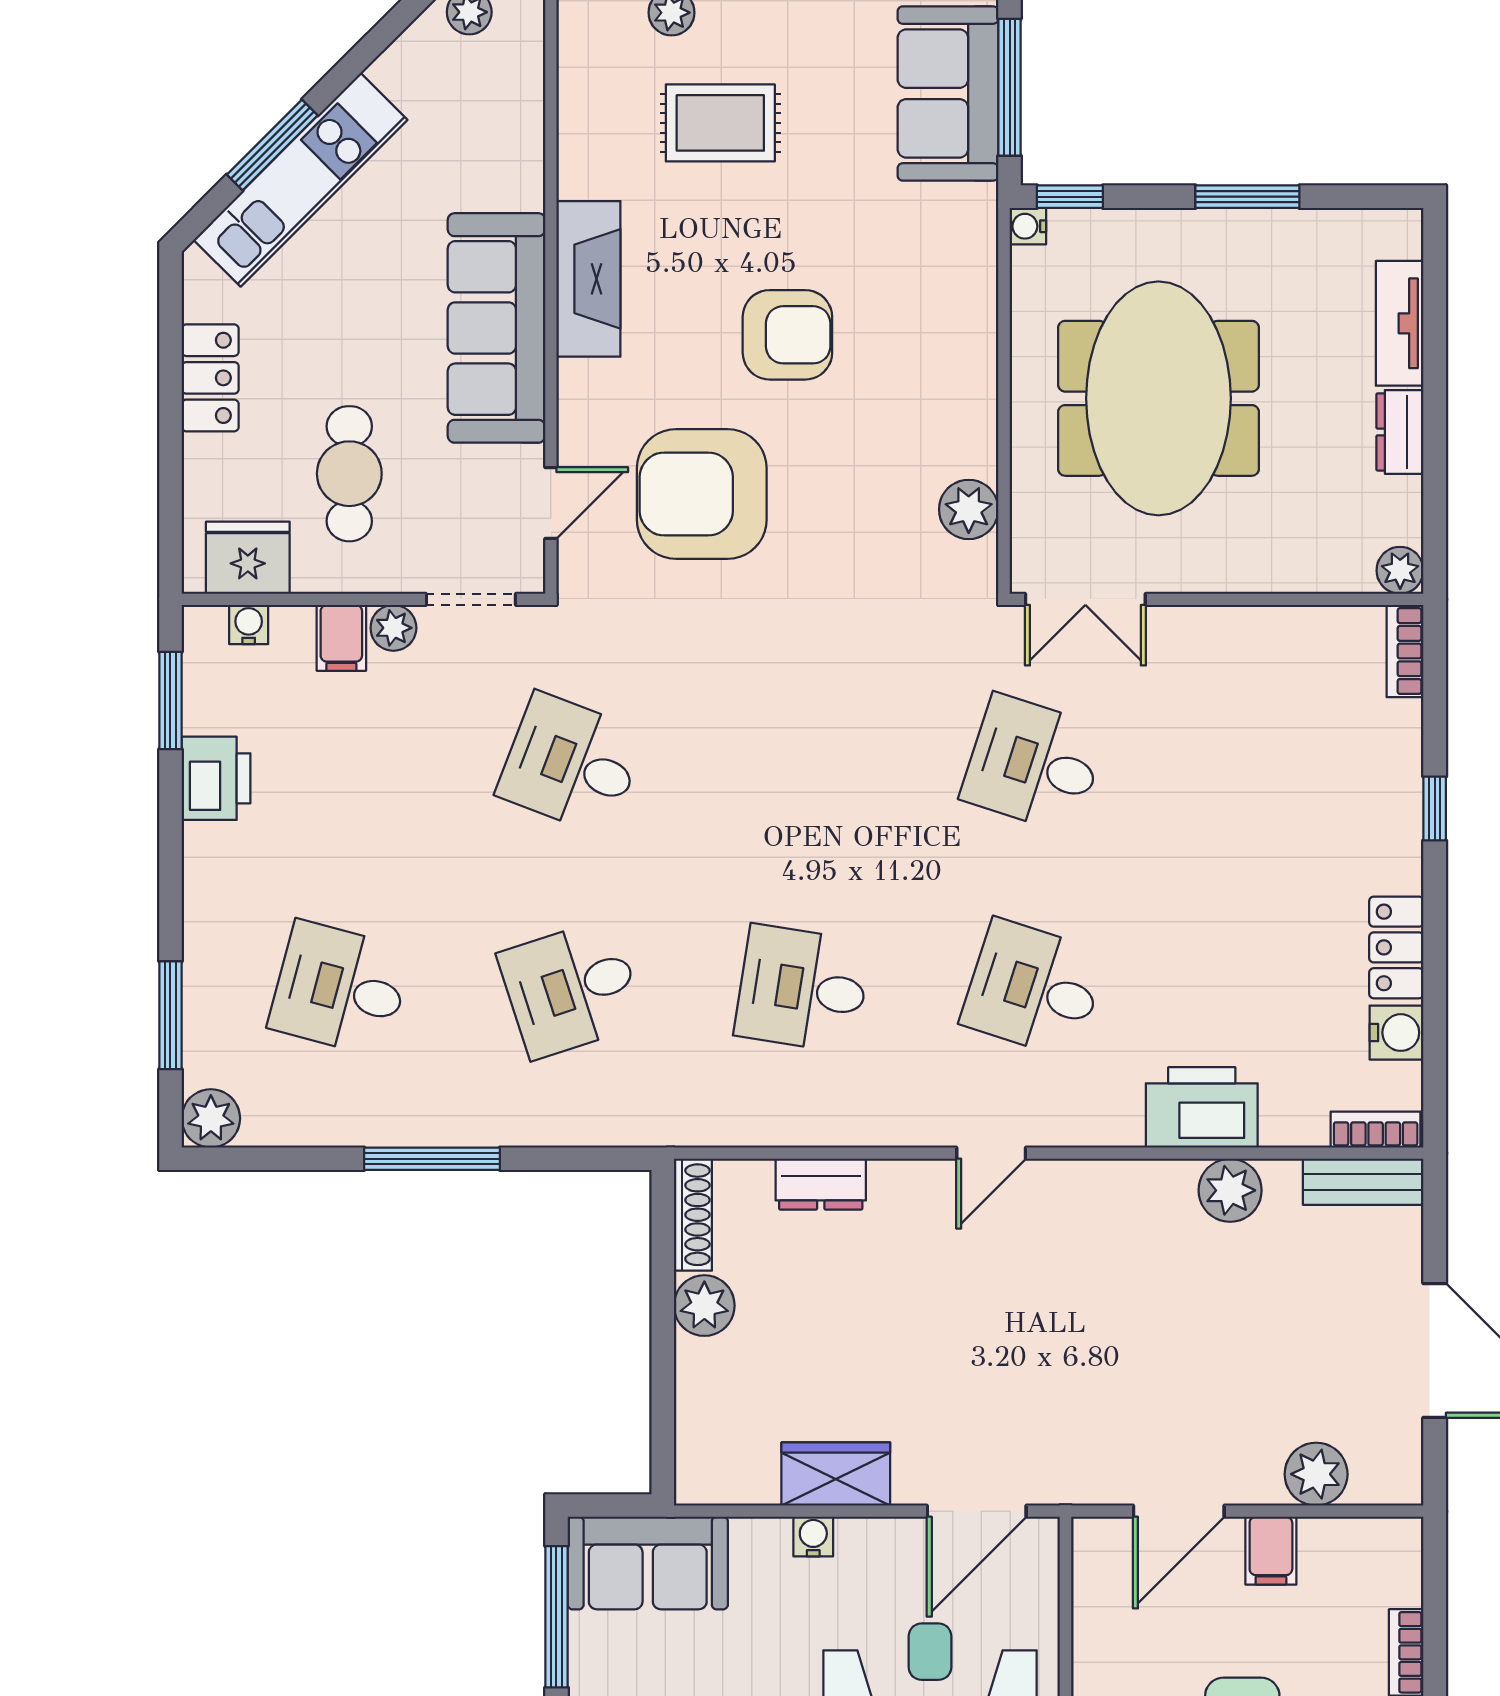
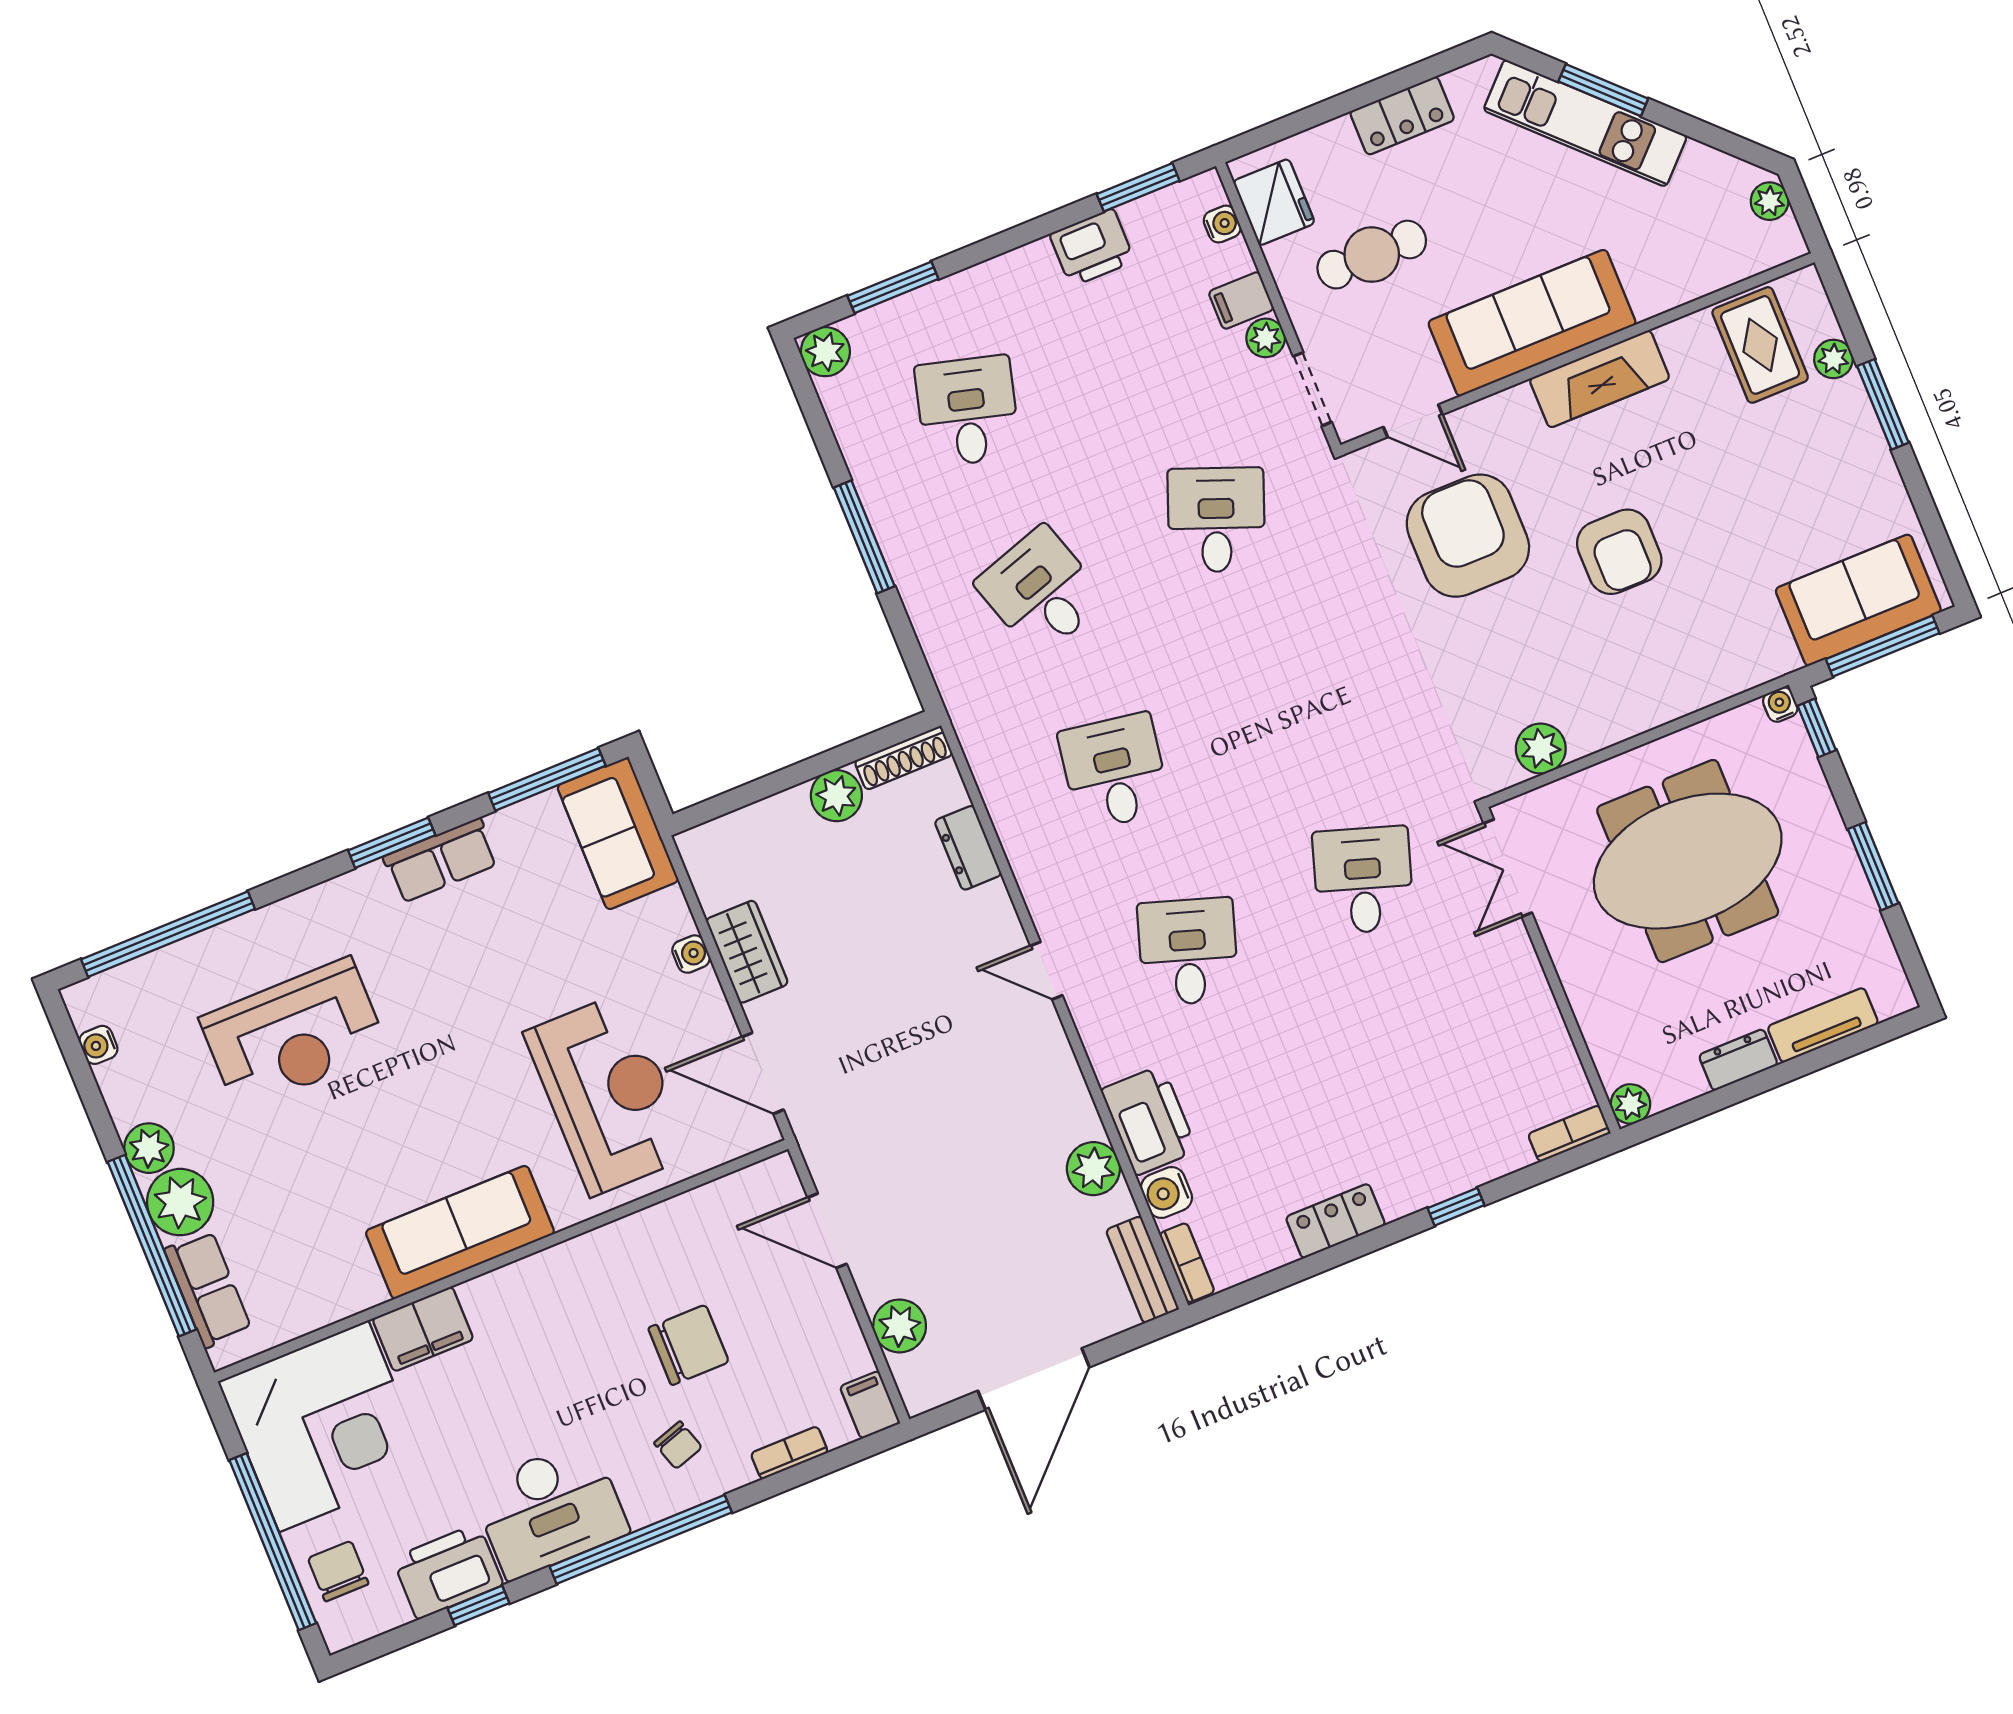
rug: (720, 123) -> (1760, 345), moved
water cooler: (1396, 1033) -> (1167, 1193), moved, turned 90
filing cabinet: (1271, 1551) -> (870, 1405), moved, turned 90

